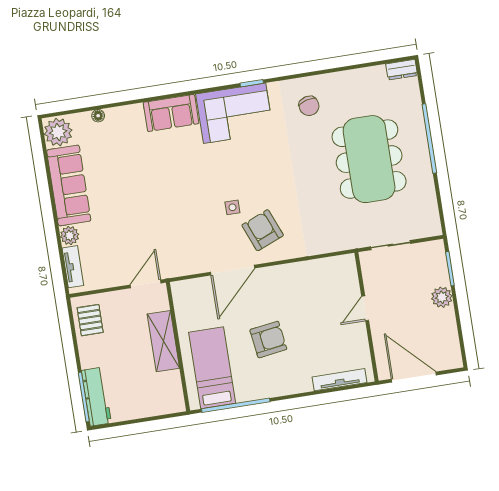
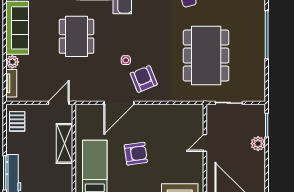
dining table: (369, 159) -> (206, 56), moved
dining table: (156, 184) -> (76, 36), added

